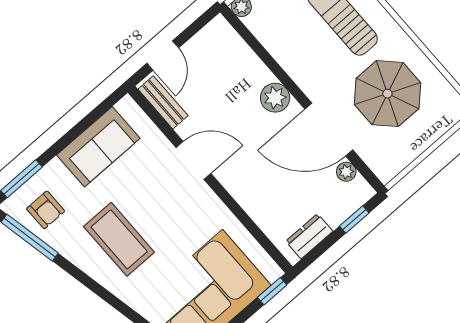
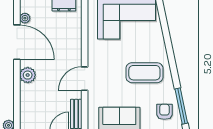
door: (193, 160) -> (85, 79), hinge flipped
coffee table: (119, 239) -> (144, 73), turned 90

